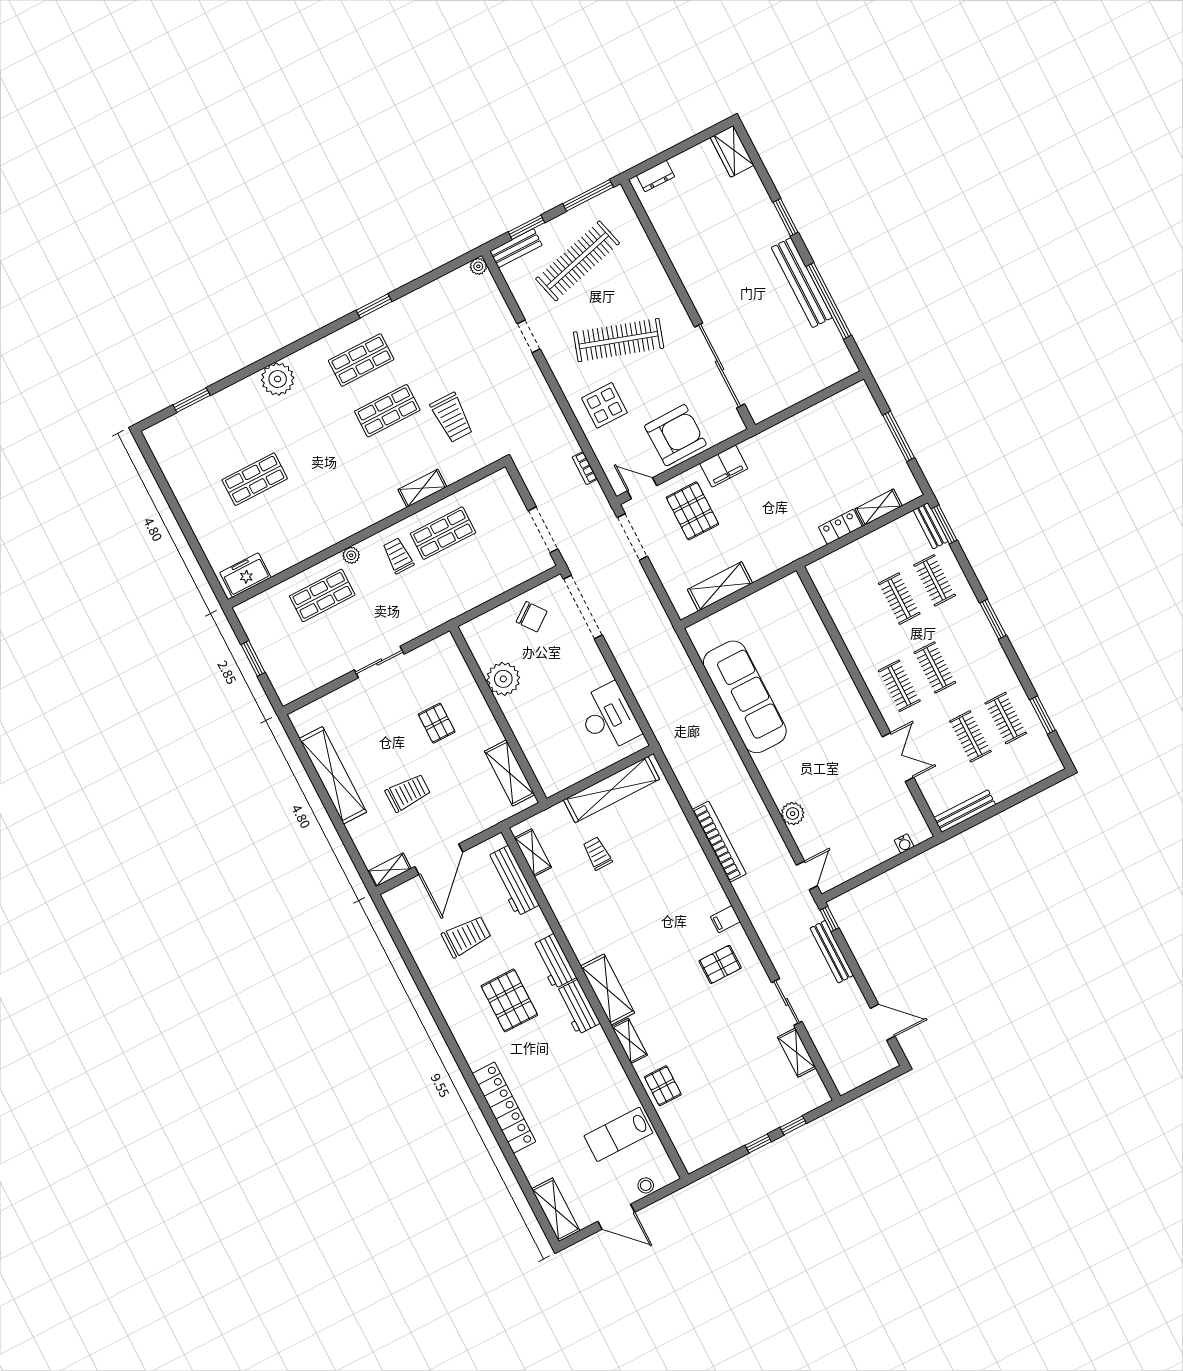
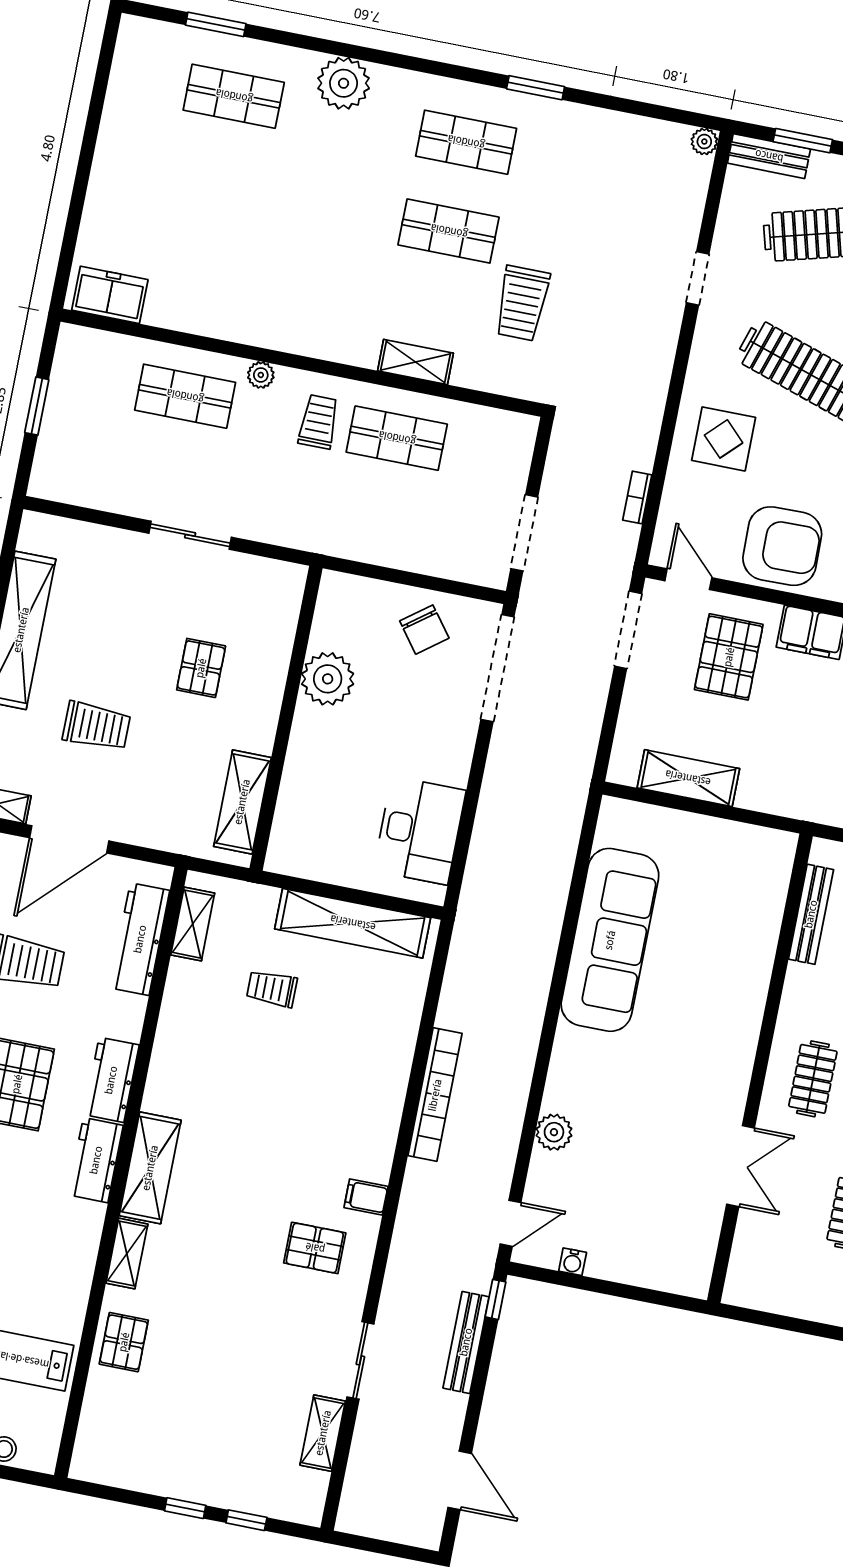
shop shelf: (255, 479) -> (234, 96), moved
bench: (965, 811) -> (811, 914), moved, turned 90
water cooler: (904, 844) -> (573, 1262), moved
trolley: (597, 853) -> (272, 989), turned -89

